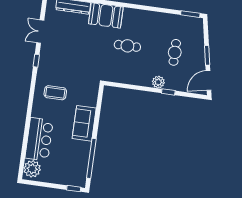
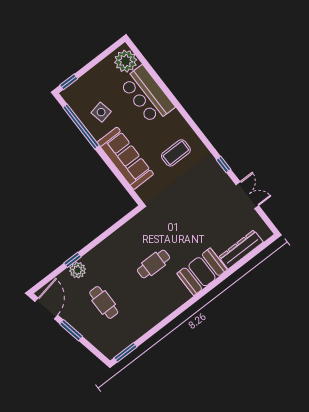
plant: (158, 82) -> (78, 270), moved
sofa: (84, 123) -> (125, 158), width x1.36
side table: (73, 155) -> (101, 112), added

